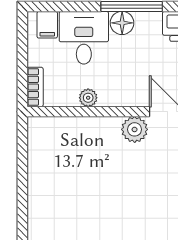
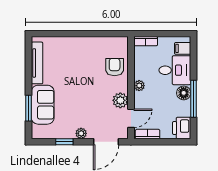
plant: (88, 98) -> (139, 86), moved
armchair: (78, 139) -> (115, 67), added

